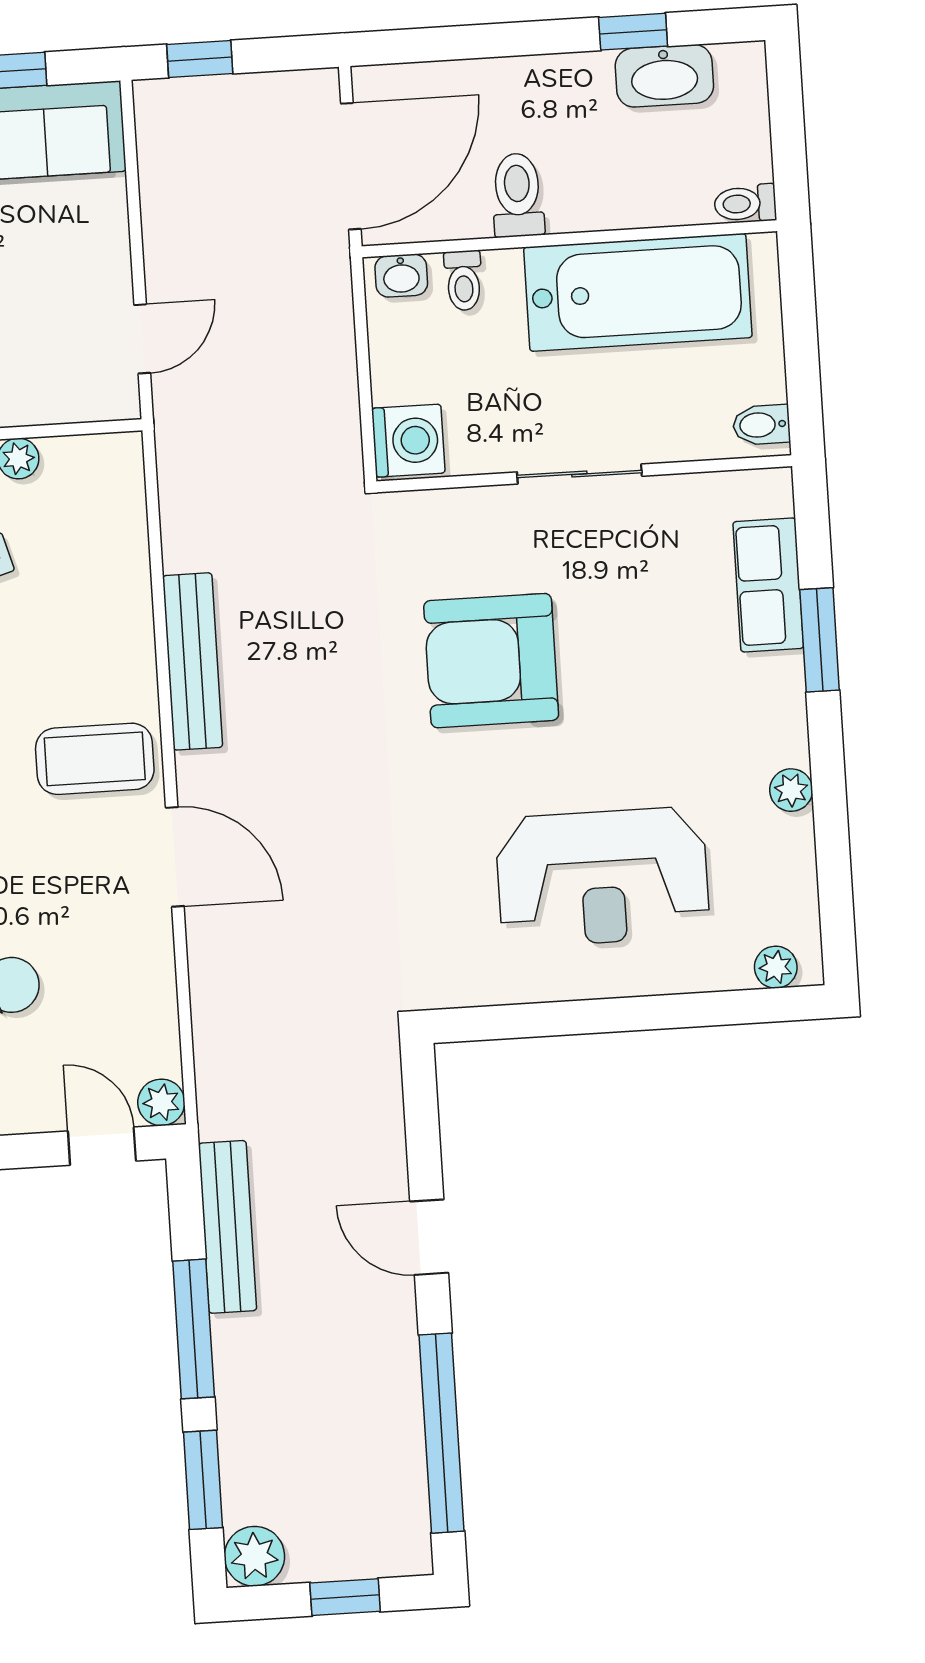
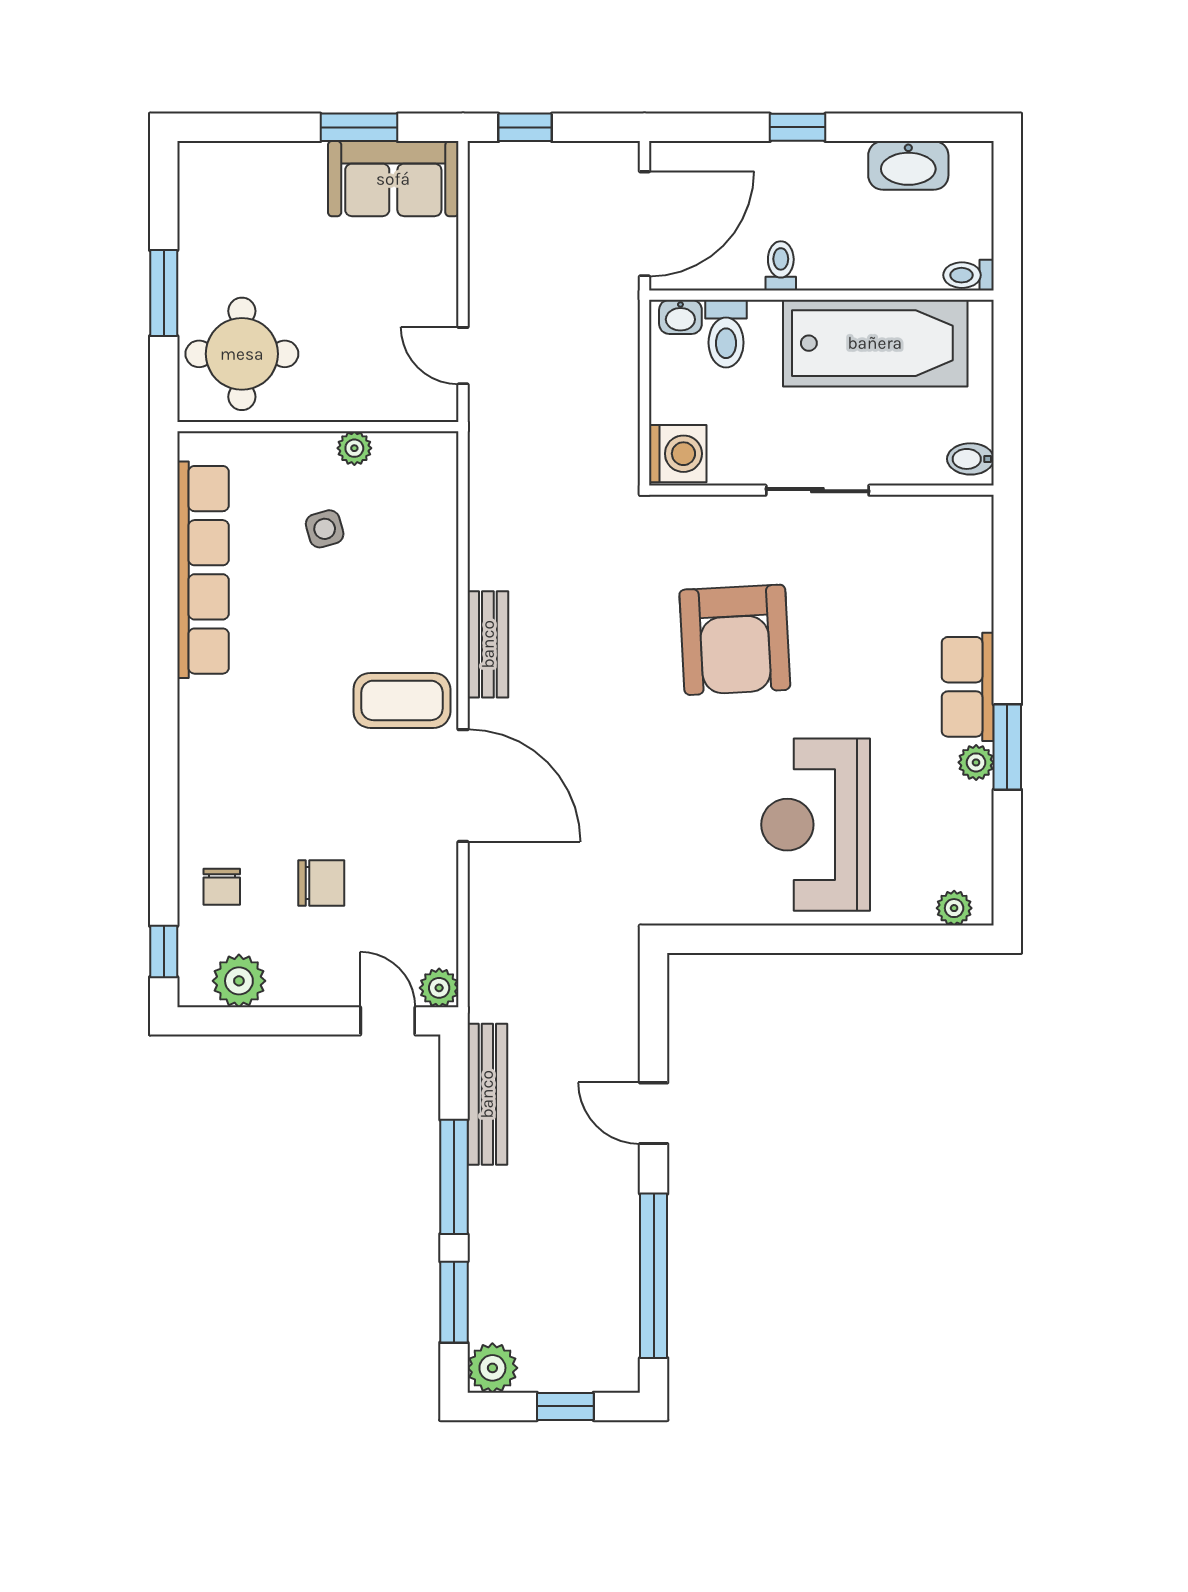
window: (633, 32) -> (798, 127), moved
toilet: (518, 195) -> (781, 266), width x0.73, depth x0.72
toilet: (463, 281) -> (726, 334), width x1.37, depth x1.39
door: (142, 339) -> (463, 356), swing flipped
row of seats: (768, 585) -> (968, 687), moved
window: (820, 640) -> (1007, 747), moved
bench: (193, 661) -> (488, 644), width x0.73
armchair: (491, 661) -> (735, 640), turned -93
door: (175, 857) -> (463, 786), width x1.36
reception desk: (602, 877) -> (816, 825), turned 90

